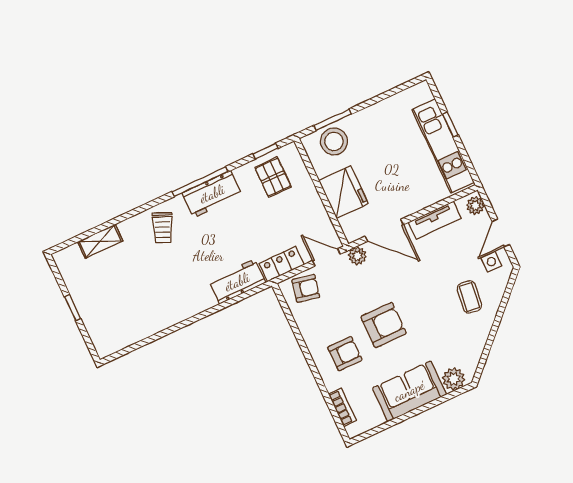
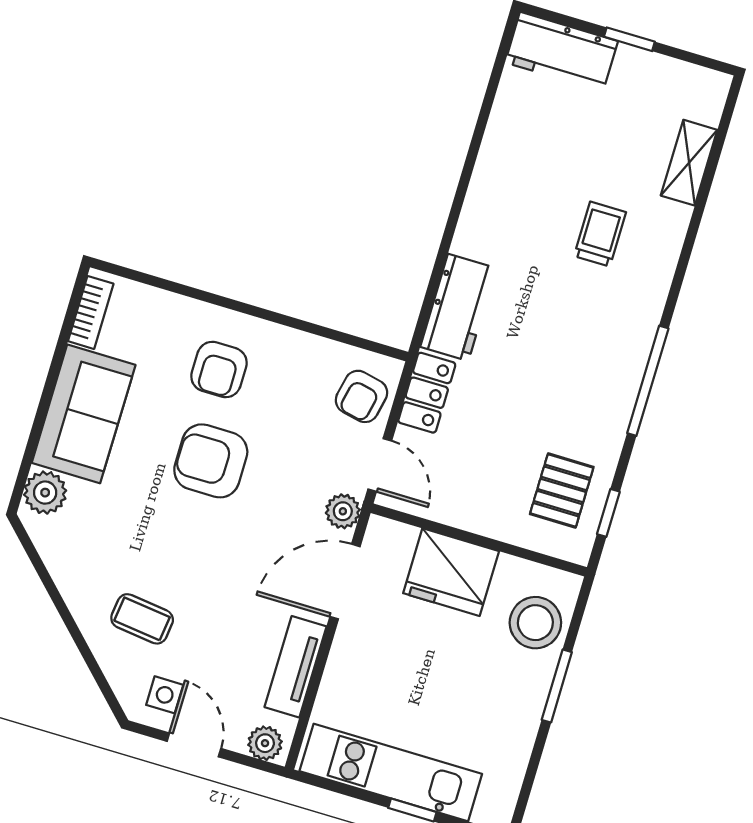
window: (332, 120) -> (557, 686), moved
pallet: (273, 177) -> (562, 491), turned 90
workbench: (212, 194) -> (562, 52), moved, turned -90
trolley: (162, 228) -> (600, 234), moved, turned 67
door: (326, 257) -> (380, 465), hinge flipped
armchair: (384, 325) -> (211, 461), turned 90
bookcase: (342, 407) -> (91, 312), moved, turned -90

